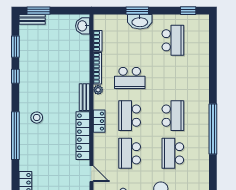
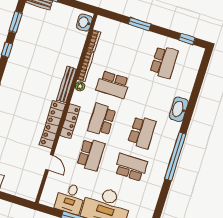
washbasin: (140, 22) -> (179, 109), moved, turned 90
bench: (84, 97) -> (67, 85), width x1.36
stool: (37, 118) -> (15, 94), removed
locker: (99, 121) -> (70, 121), width x1.53
school desk: (130, 153) -> (91, 155), turned 180
school desk: (173, 153) -> (131, 167), turned 90

